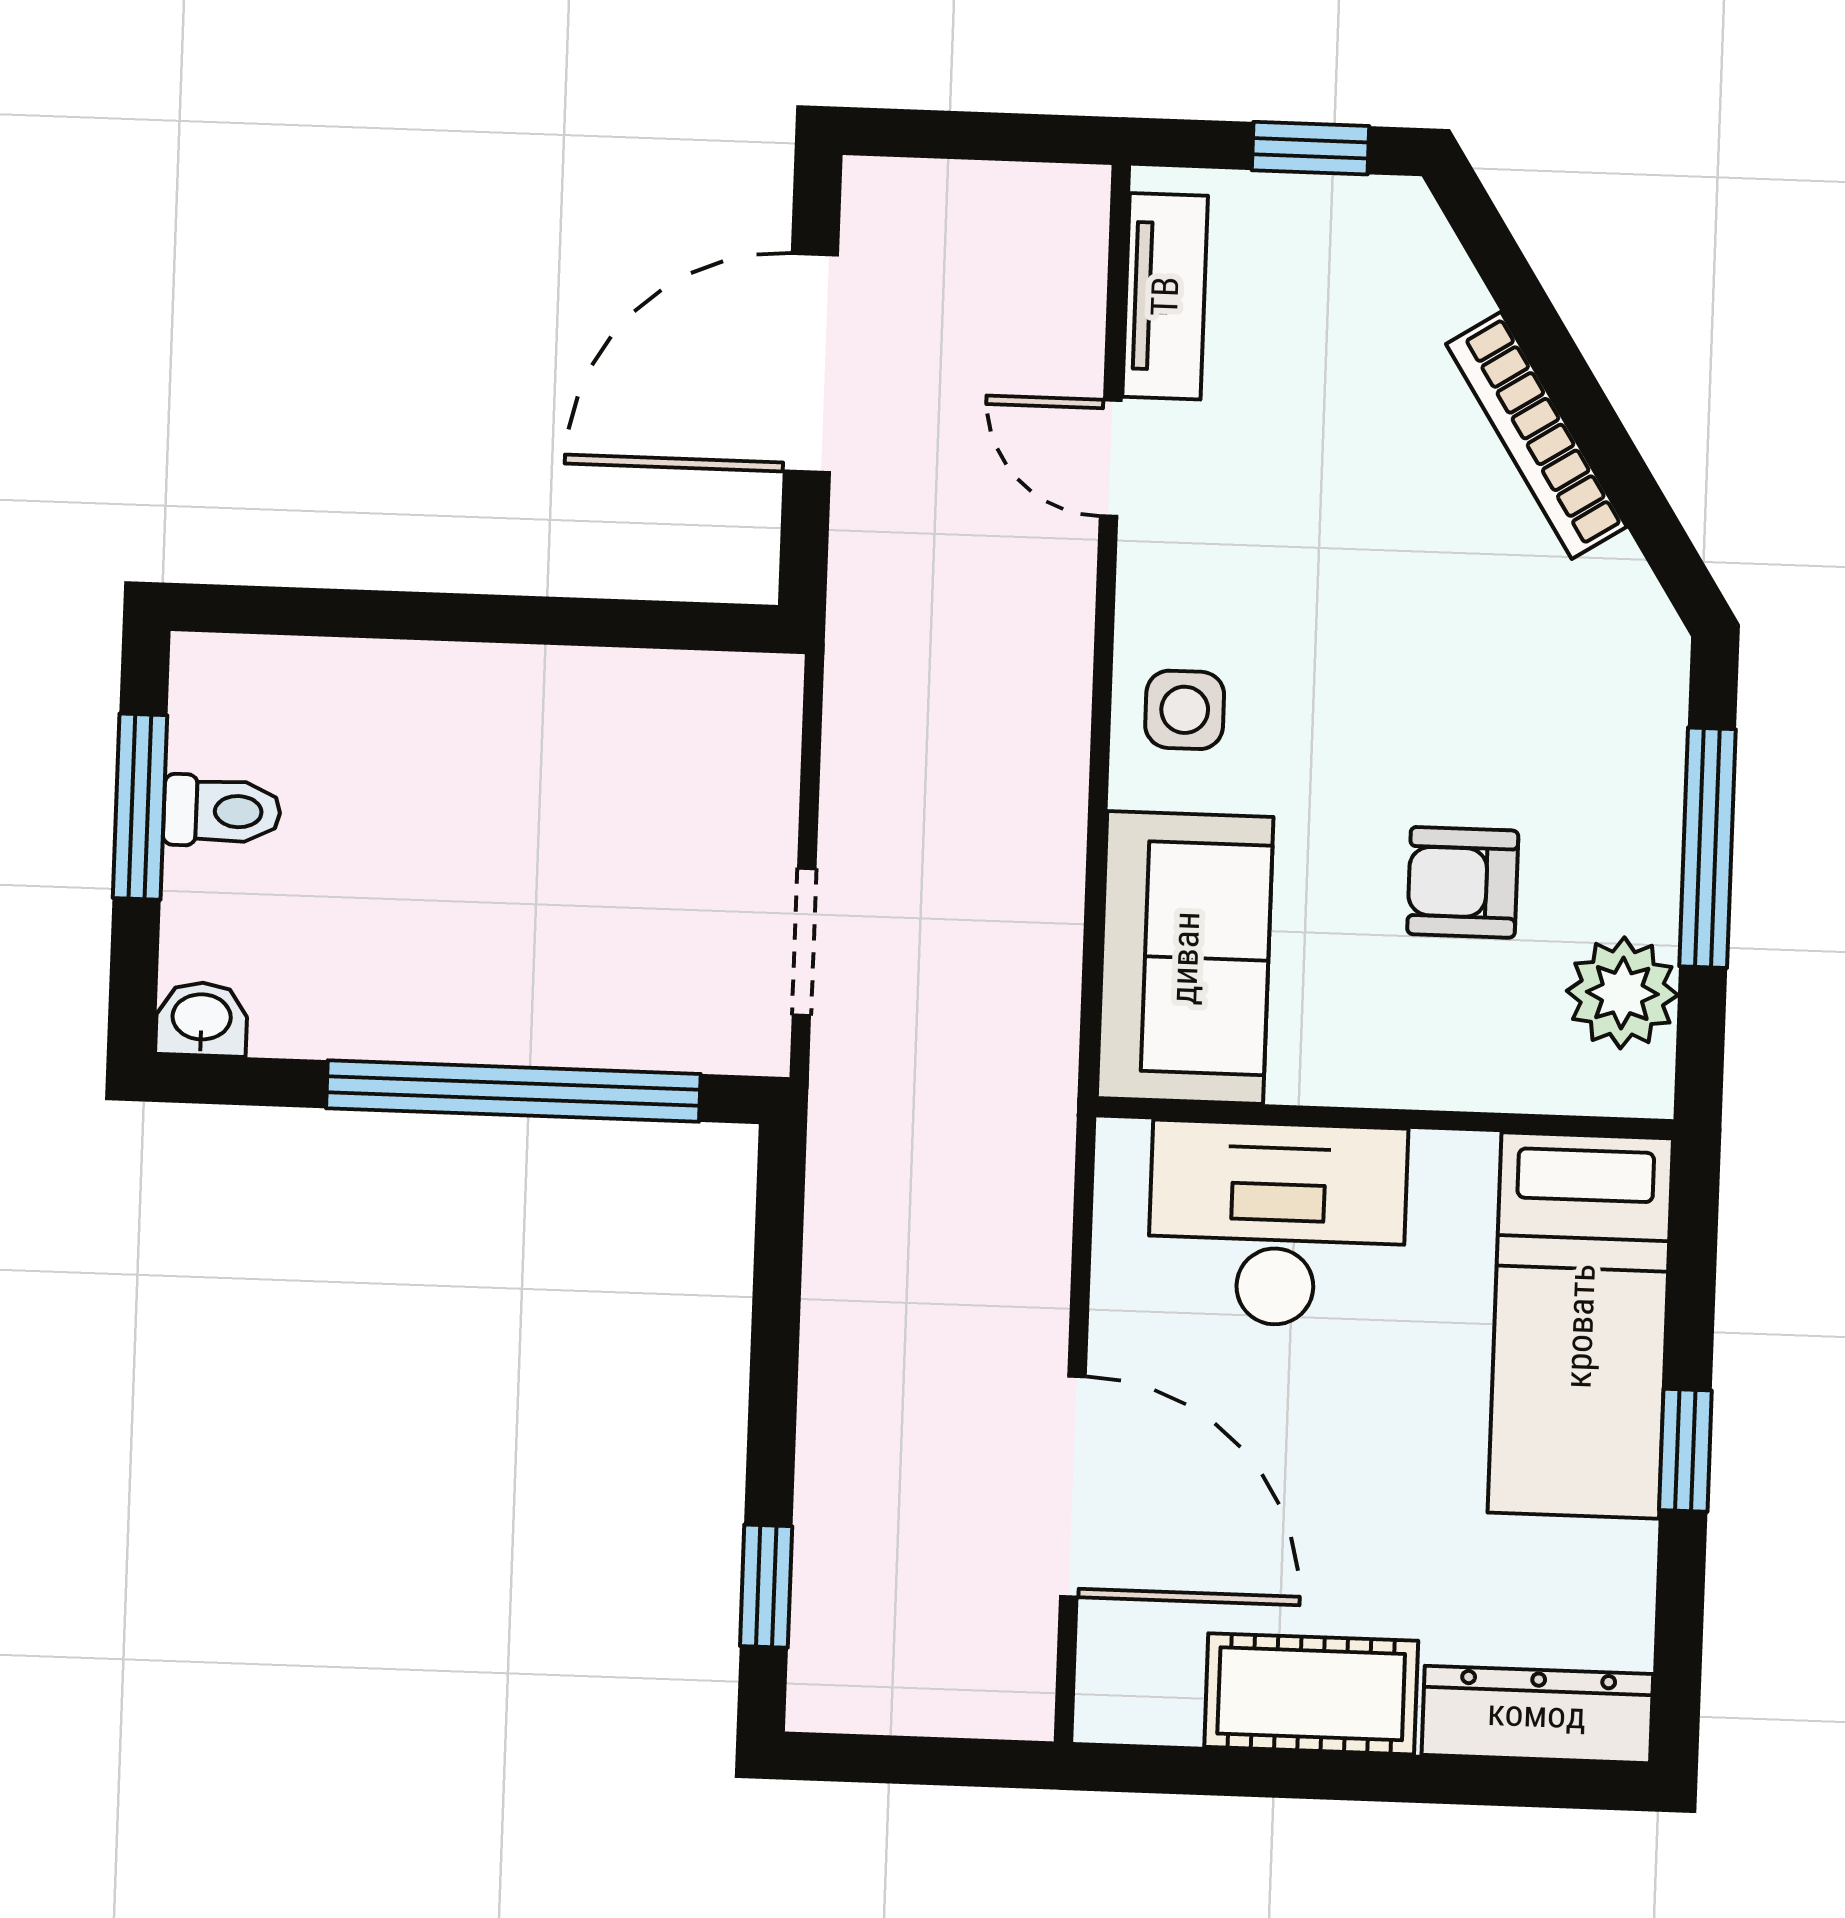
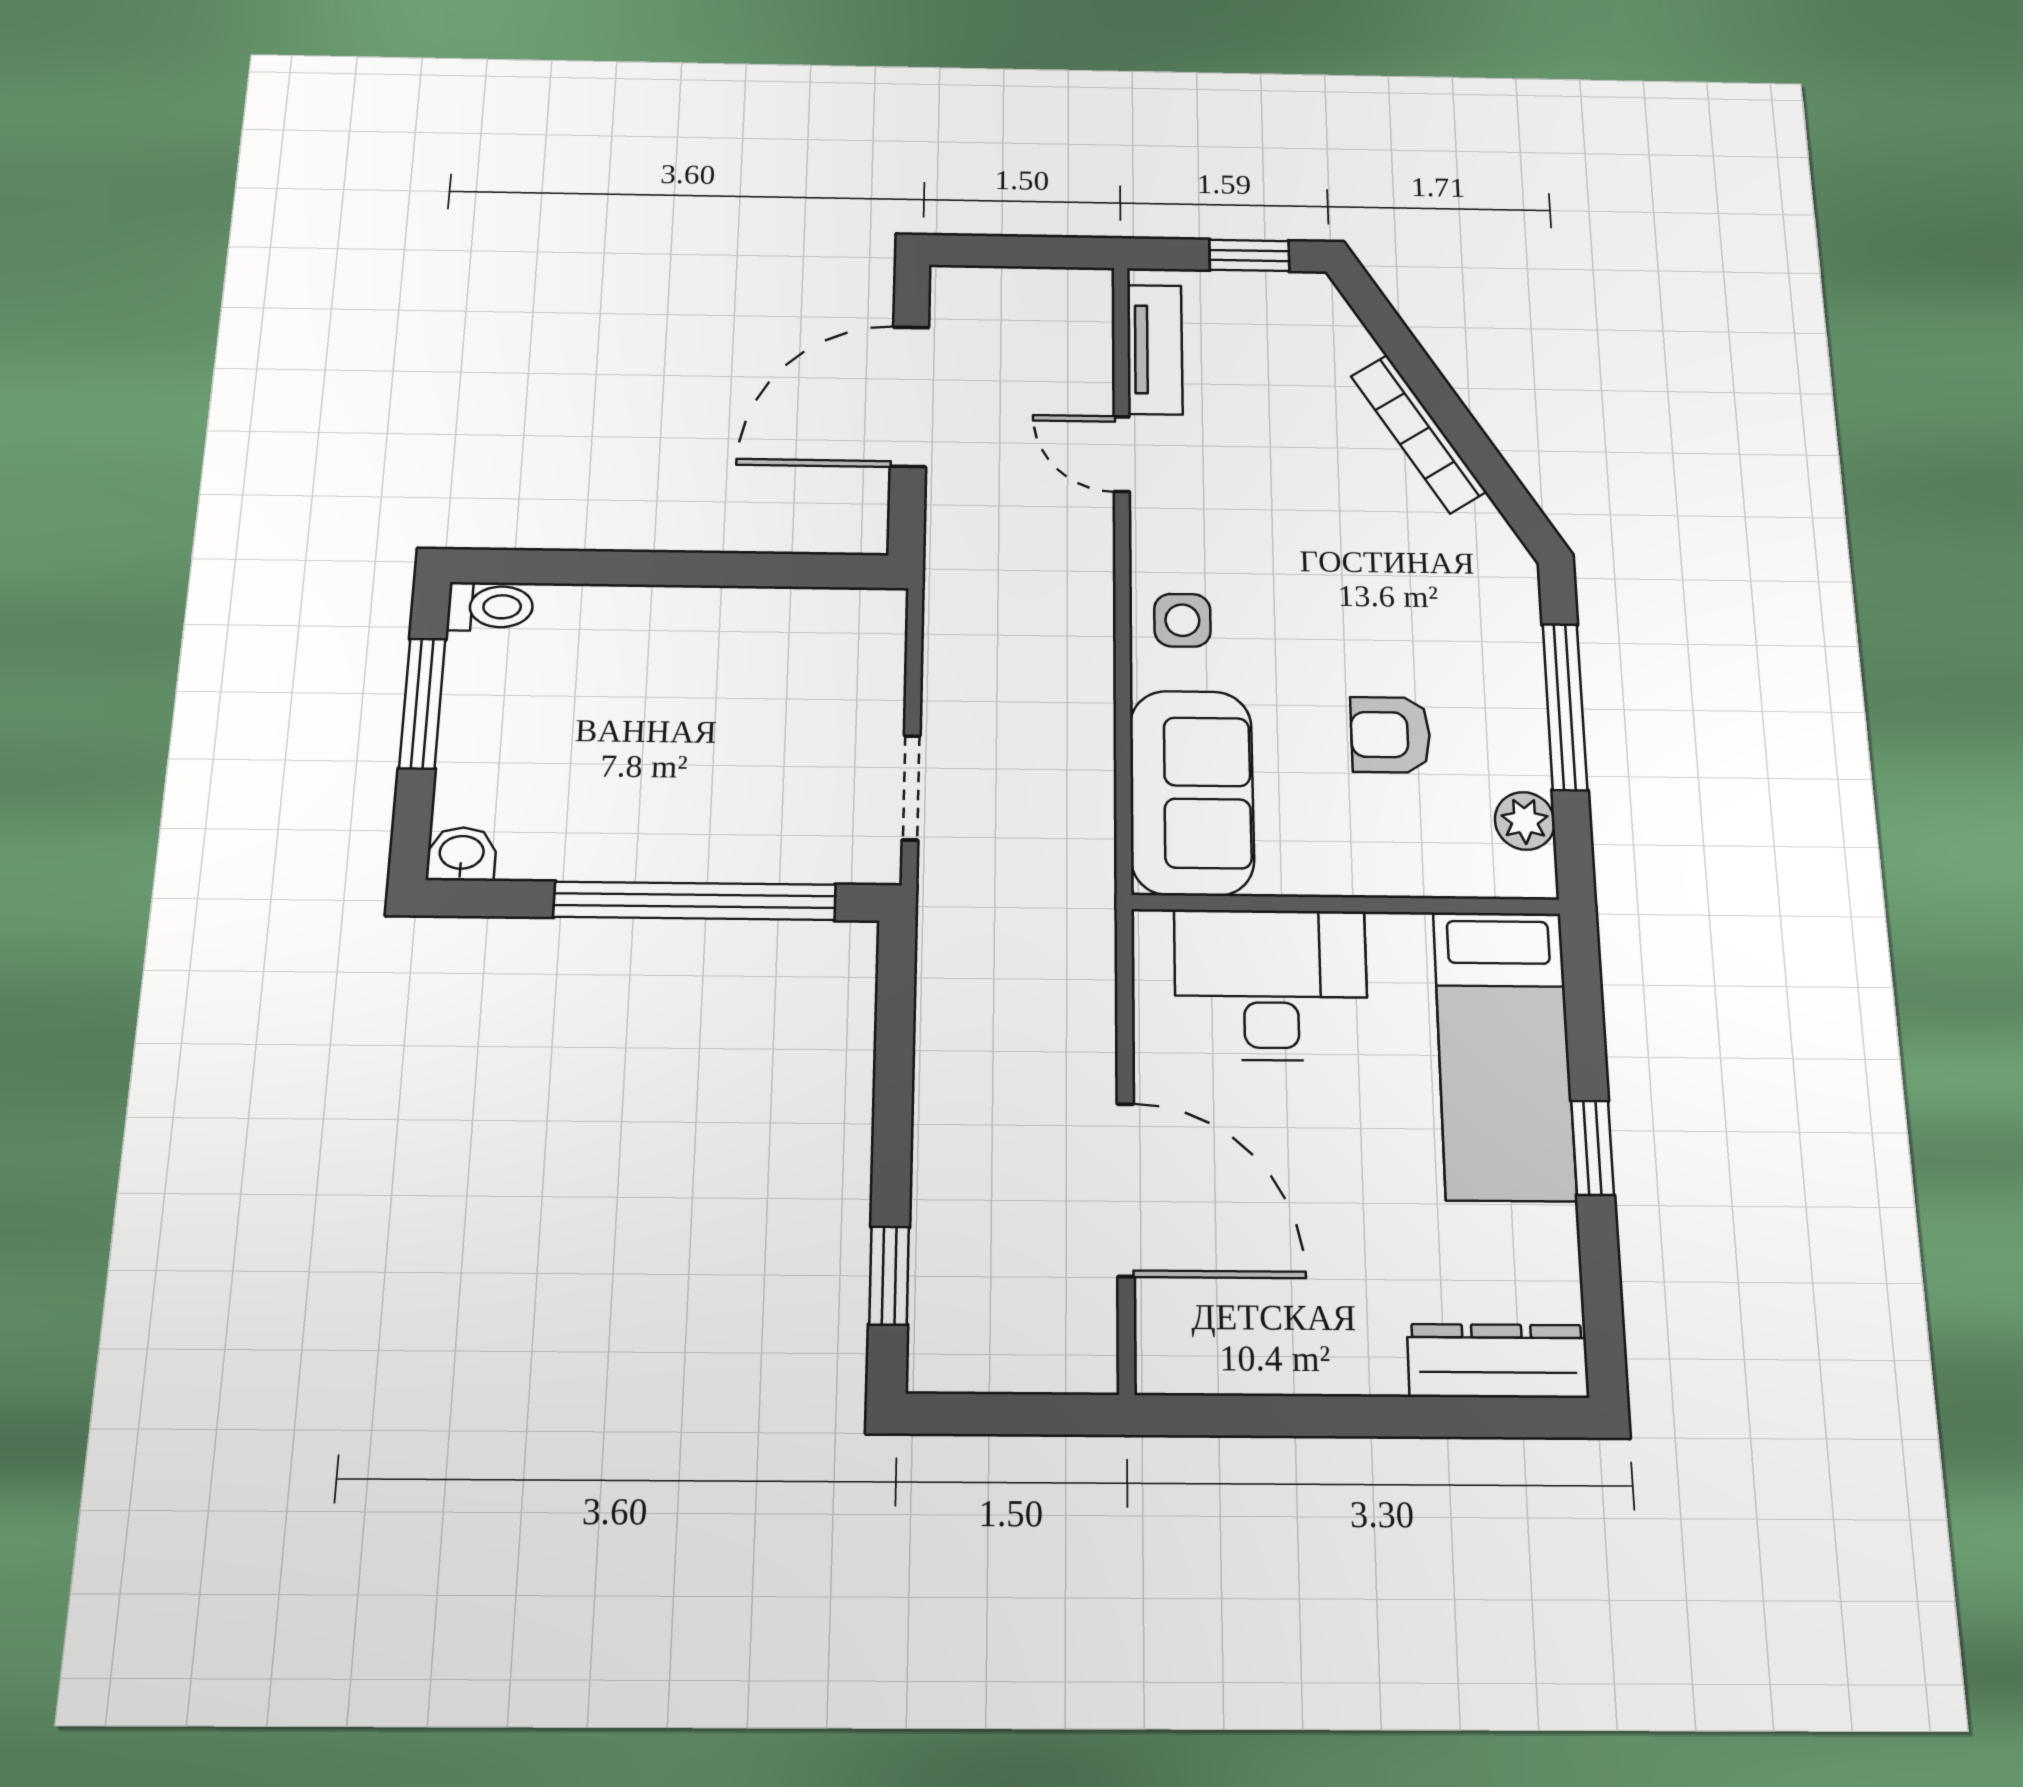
toilet: (222, 811) -> (490, 607), moved
plant: (1622, 993) -> (1525, 821), width x0.73, depth x0.73
cot: (1311, 1694) -> (1320, 1350), removed

